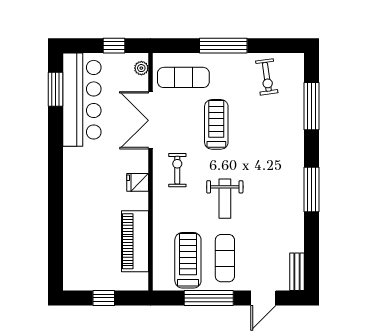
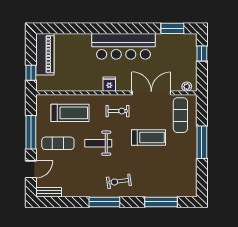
window: (114, 46) -> (202, 53), moved
exercise bike: (267, 77) -> (119, 181), moved
bar counter: (82, 100) -> (123, 46), moved
piano: (135, 241) -> (45, 54), moved, turned 90
treadmill: (188, 260) -> (70, 113), moved
window: (104, 298) -> (31, 73), moved
door: (263, 298) -> (31, 169), swing flipped

